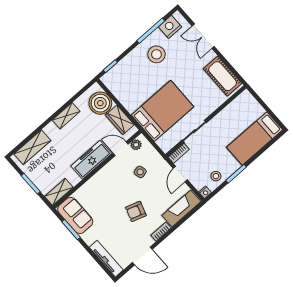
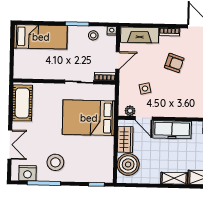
shelving: (66, 116) -> (174, 178), moved

